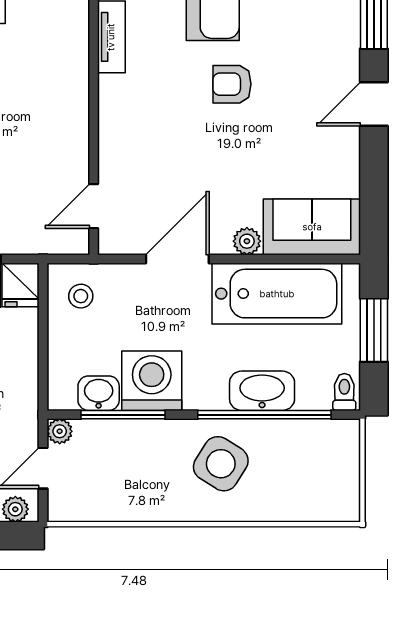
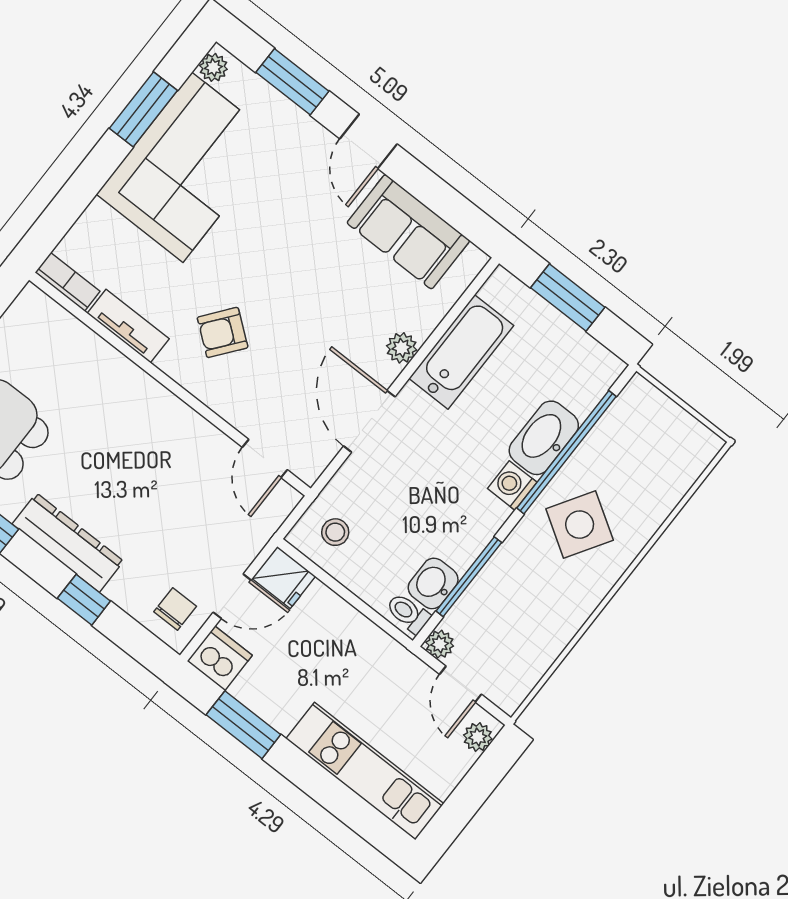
armchair: (232, 84) -> (223, 332), moved, turned 38
sofa: (312, 227) -> (408, 232), moved, turned -90
bathtub: (277, 294) -> (461, 352), width x0.73, depth x0.73
washing machine: (152, 381) -> (512, 485), moved, width x0.53, depth x0.53
toilet: (344, 392) -> (408, 613), moved

